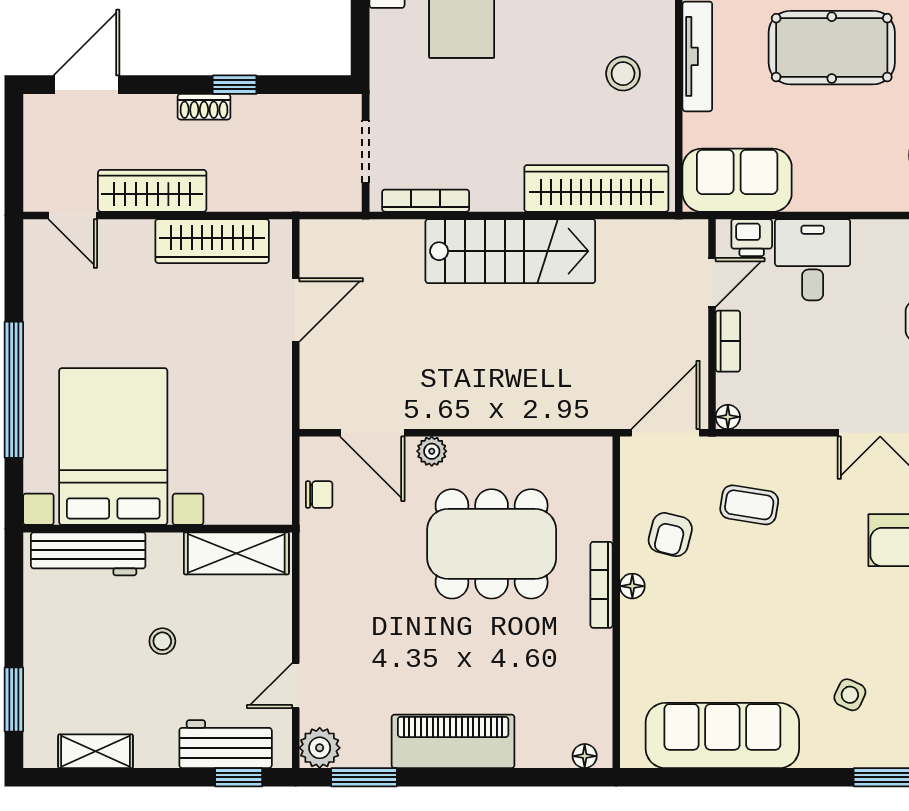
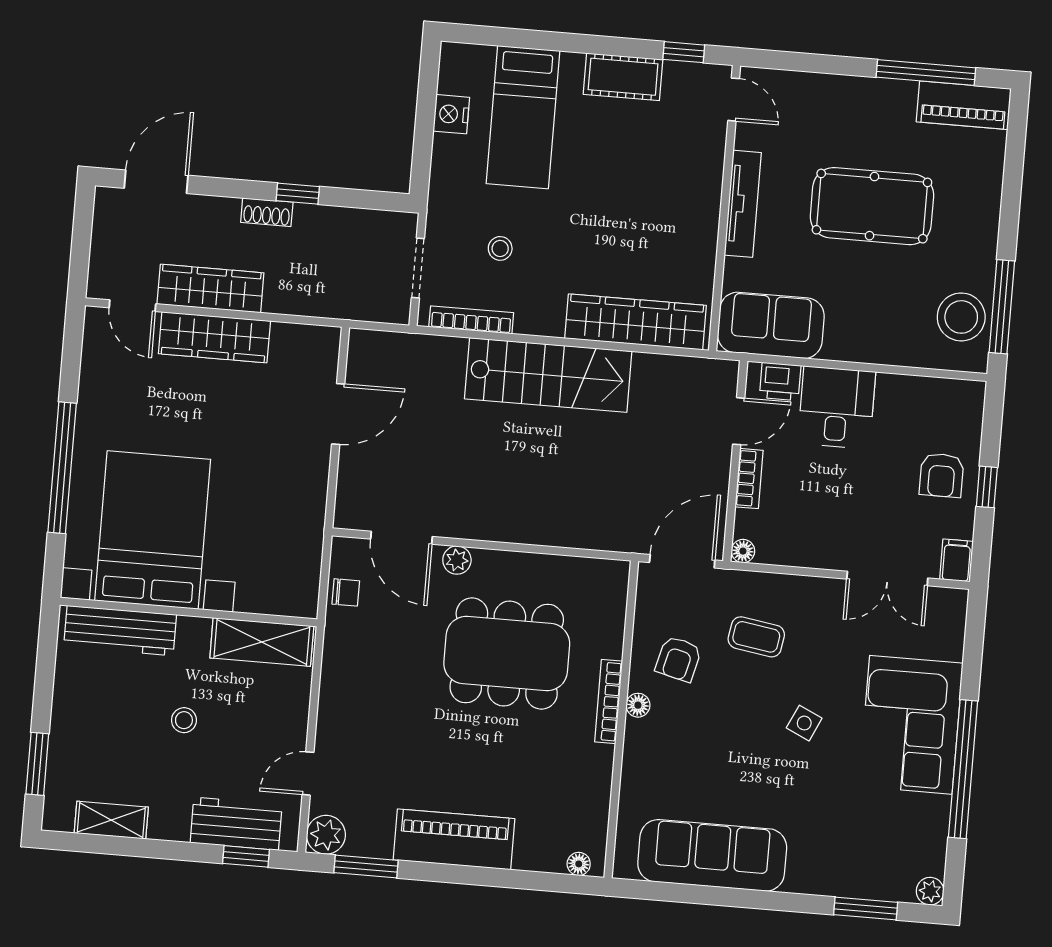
stool: (623, 74) -> (500, 248), moved, width x0.73, depth x0.73
wardrobe: (212, 241) -> (214, 337), moved
side table: (850, 695) -> (804, 723), moved

